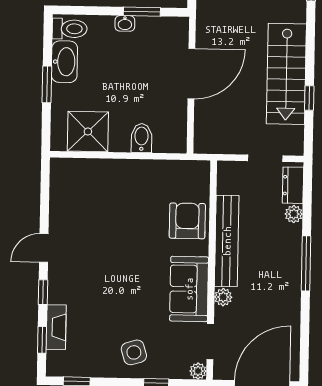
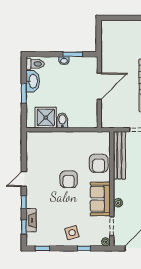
bidet: (141, 138) -> (62, 120), moved
armchair: (187, 221) -> (99, 163), turned 180
bench: (227, 241) -> (119, 155), moved
armchair: (129, 250) -> (69, 179), added

